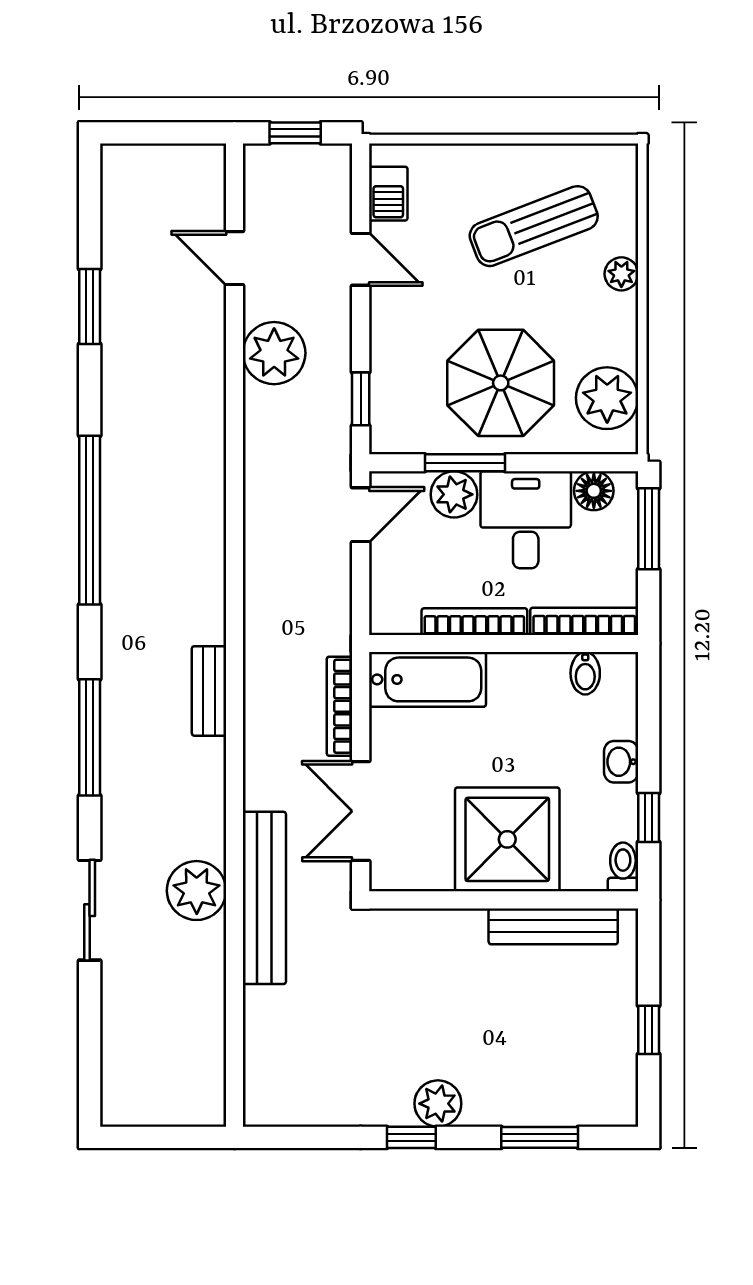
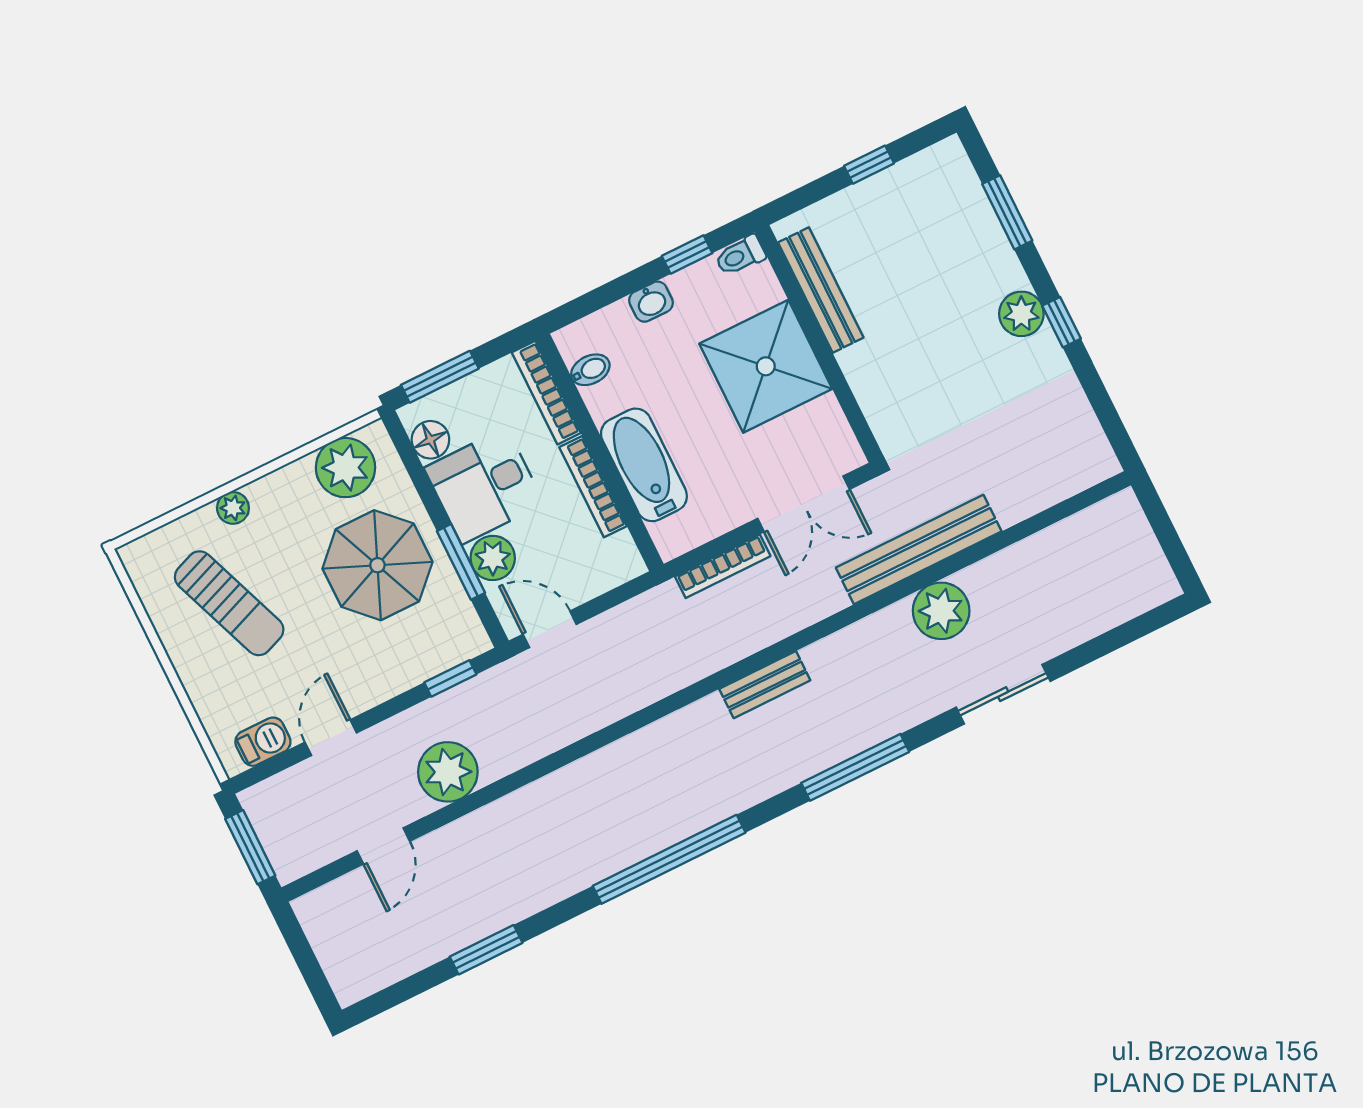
window: (295, 133) -> (250, 847), width x1.50
bathtub: (427, 679) -> (644, 465), moved

